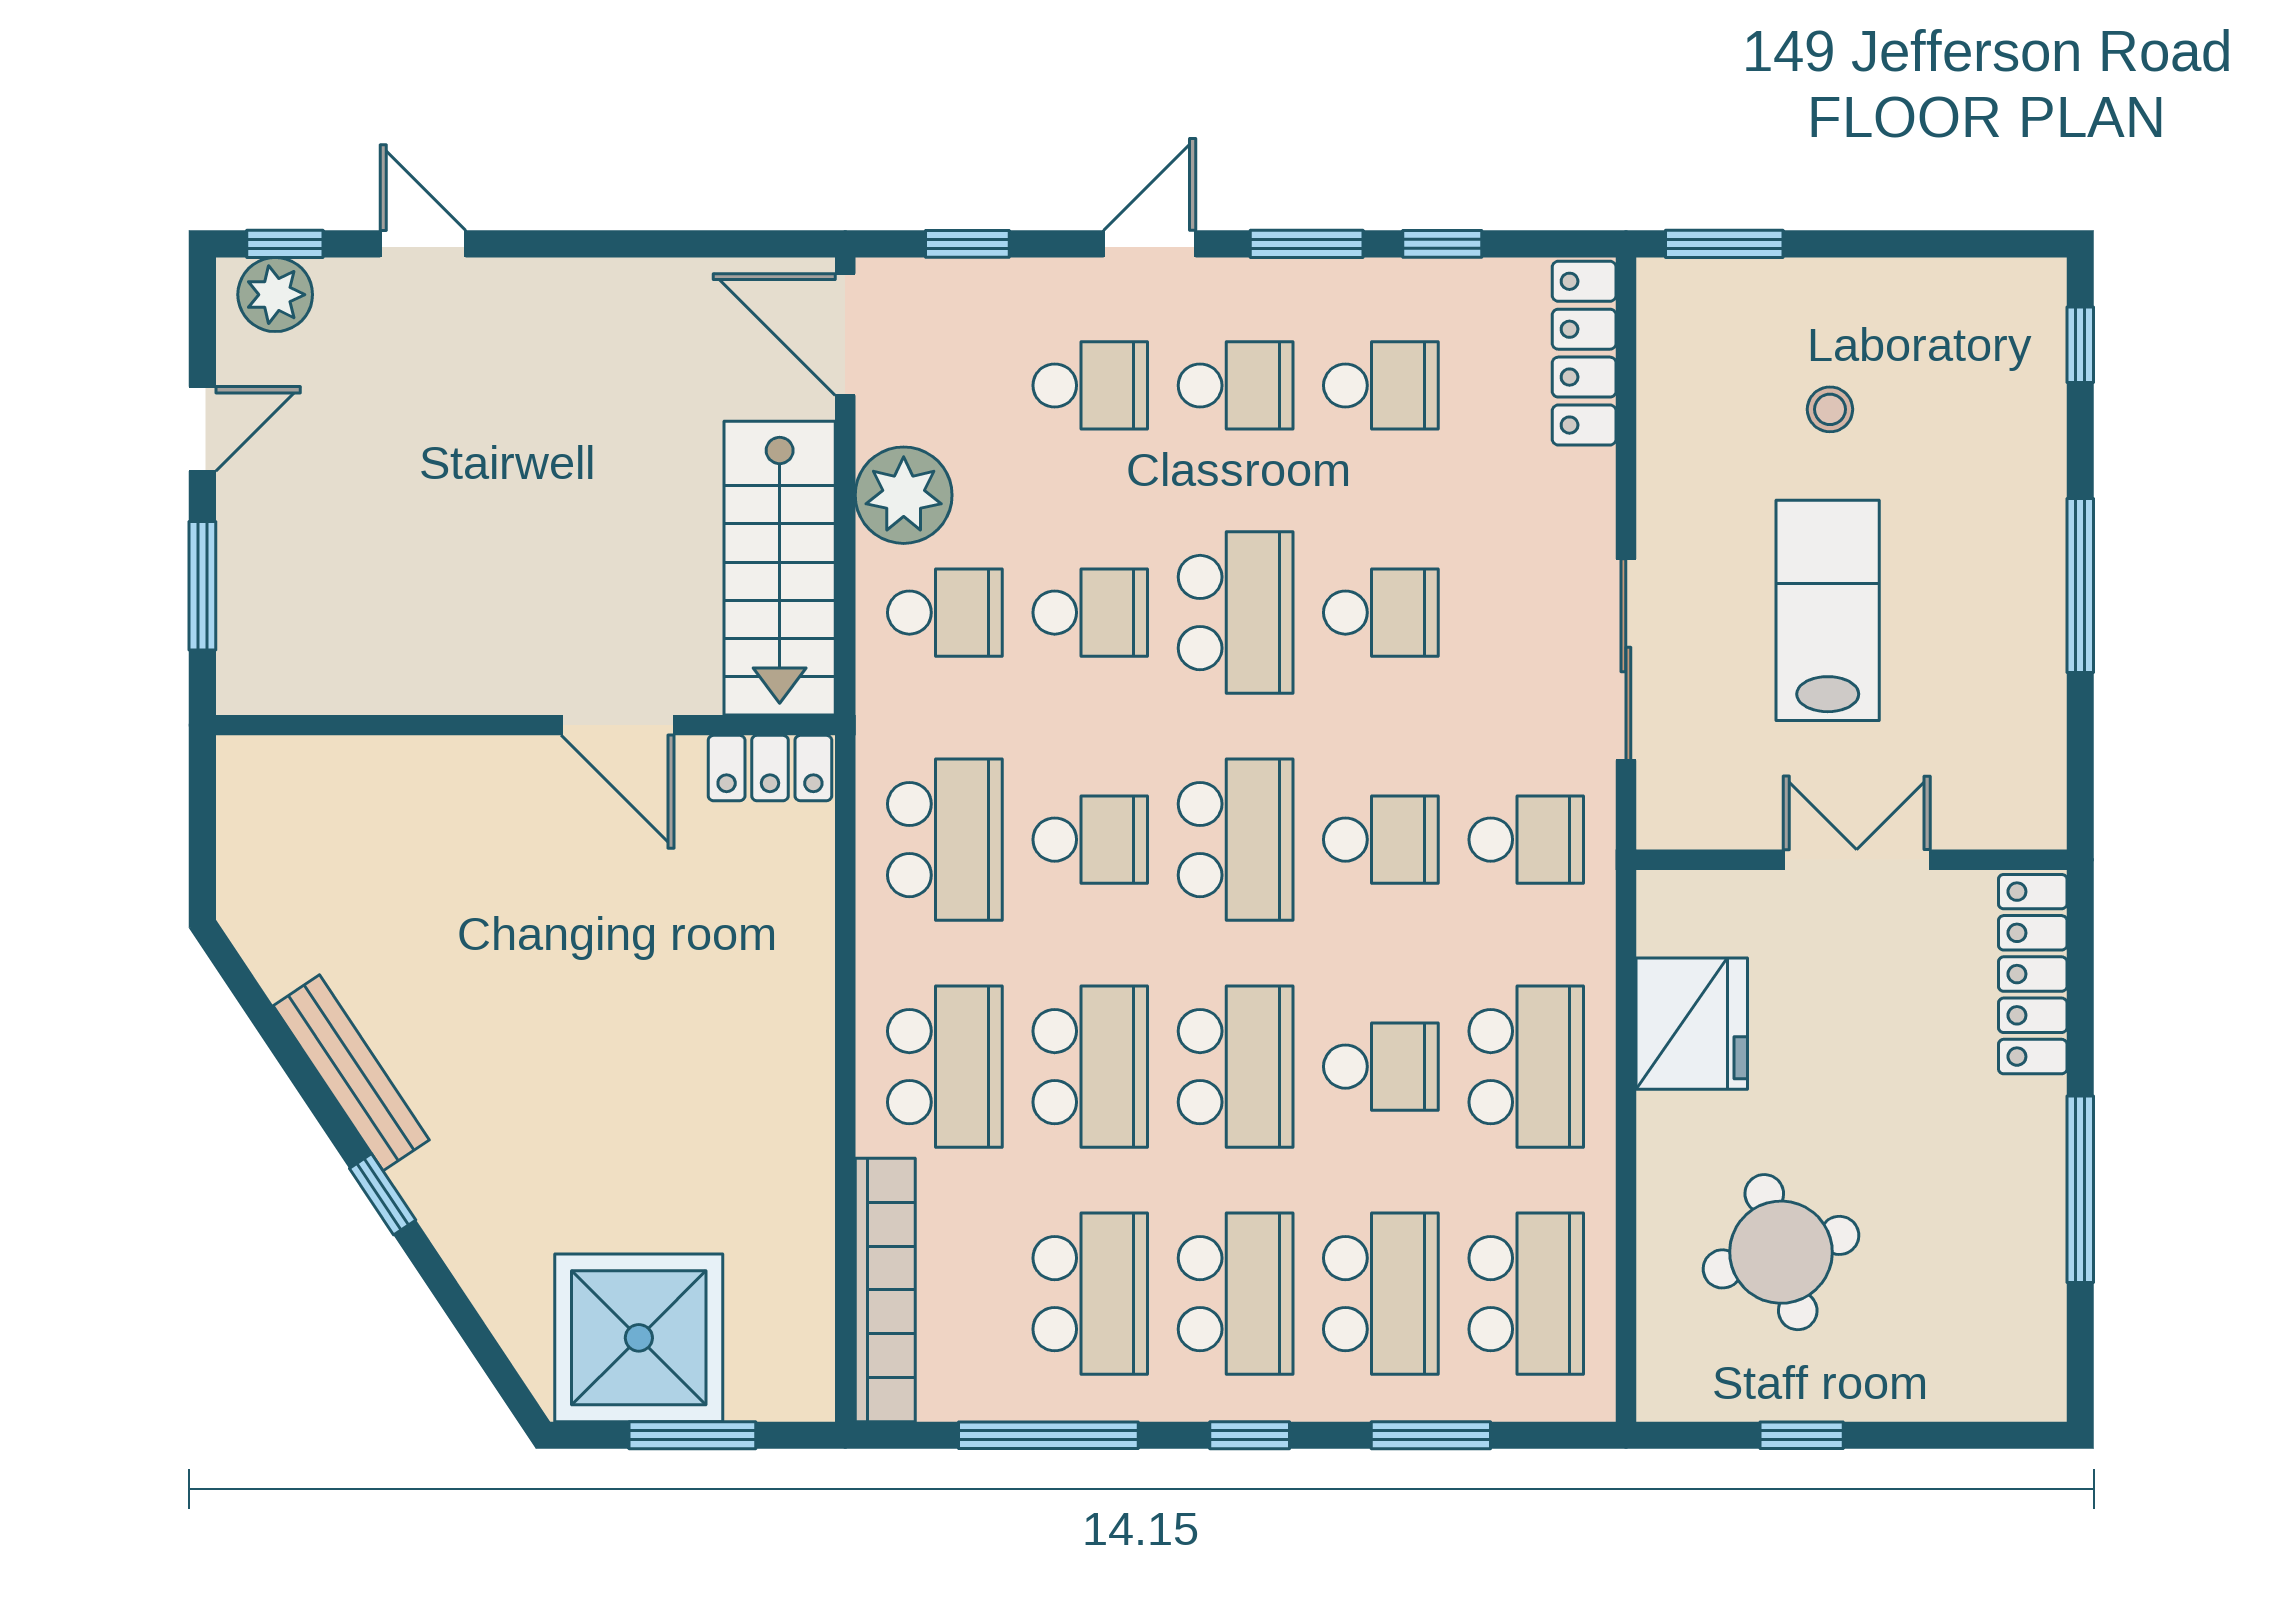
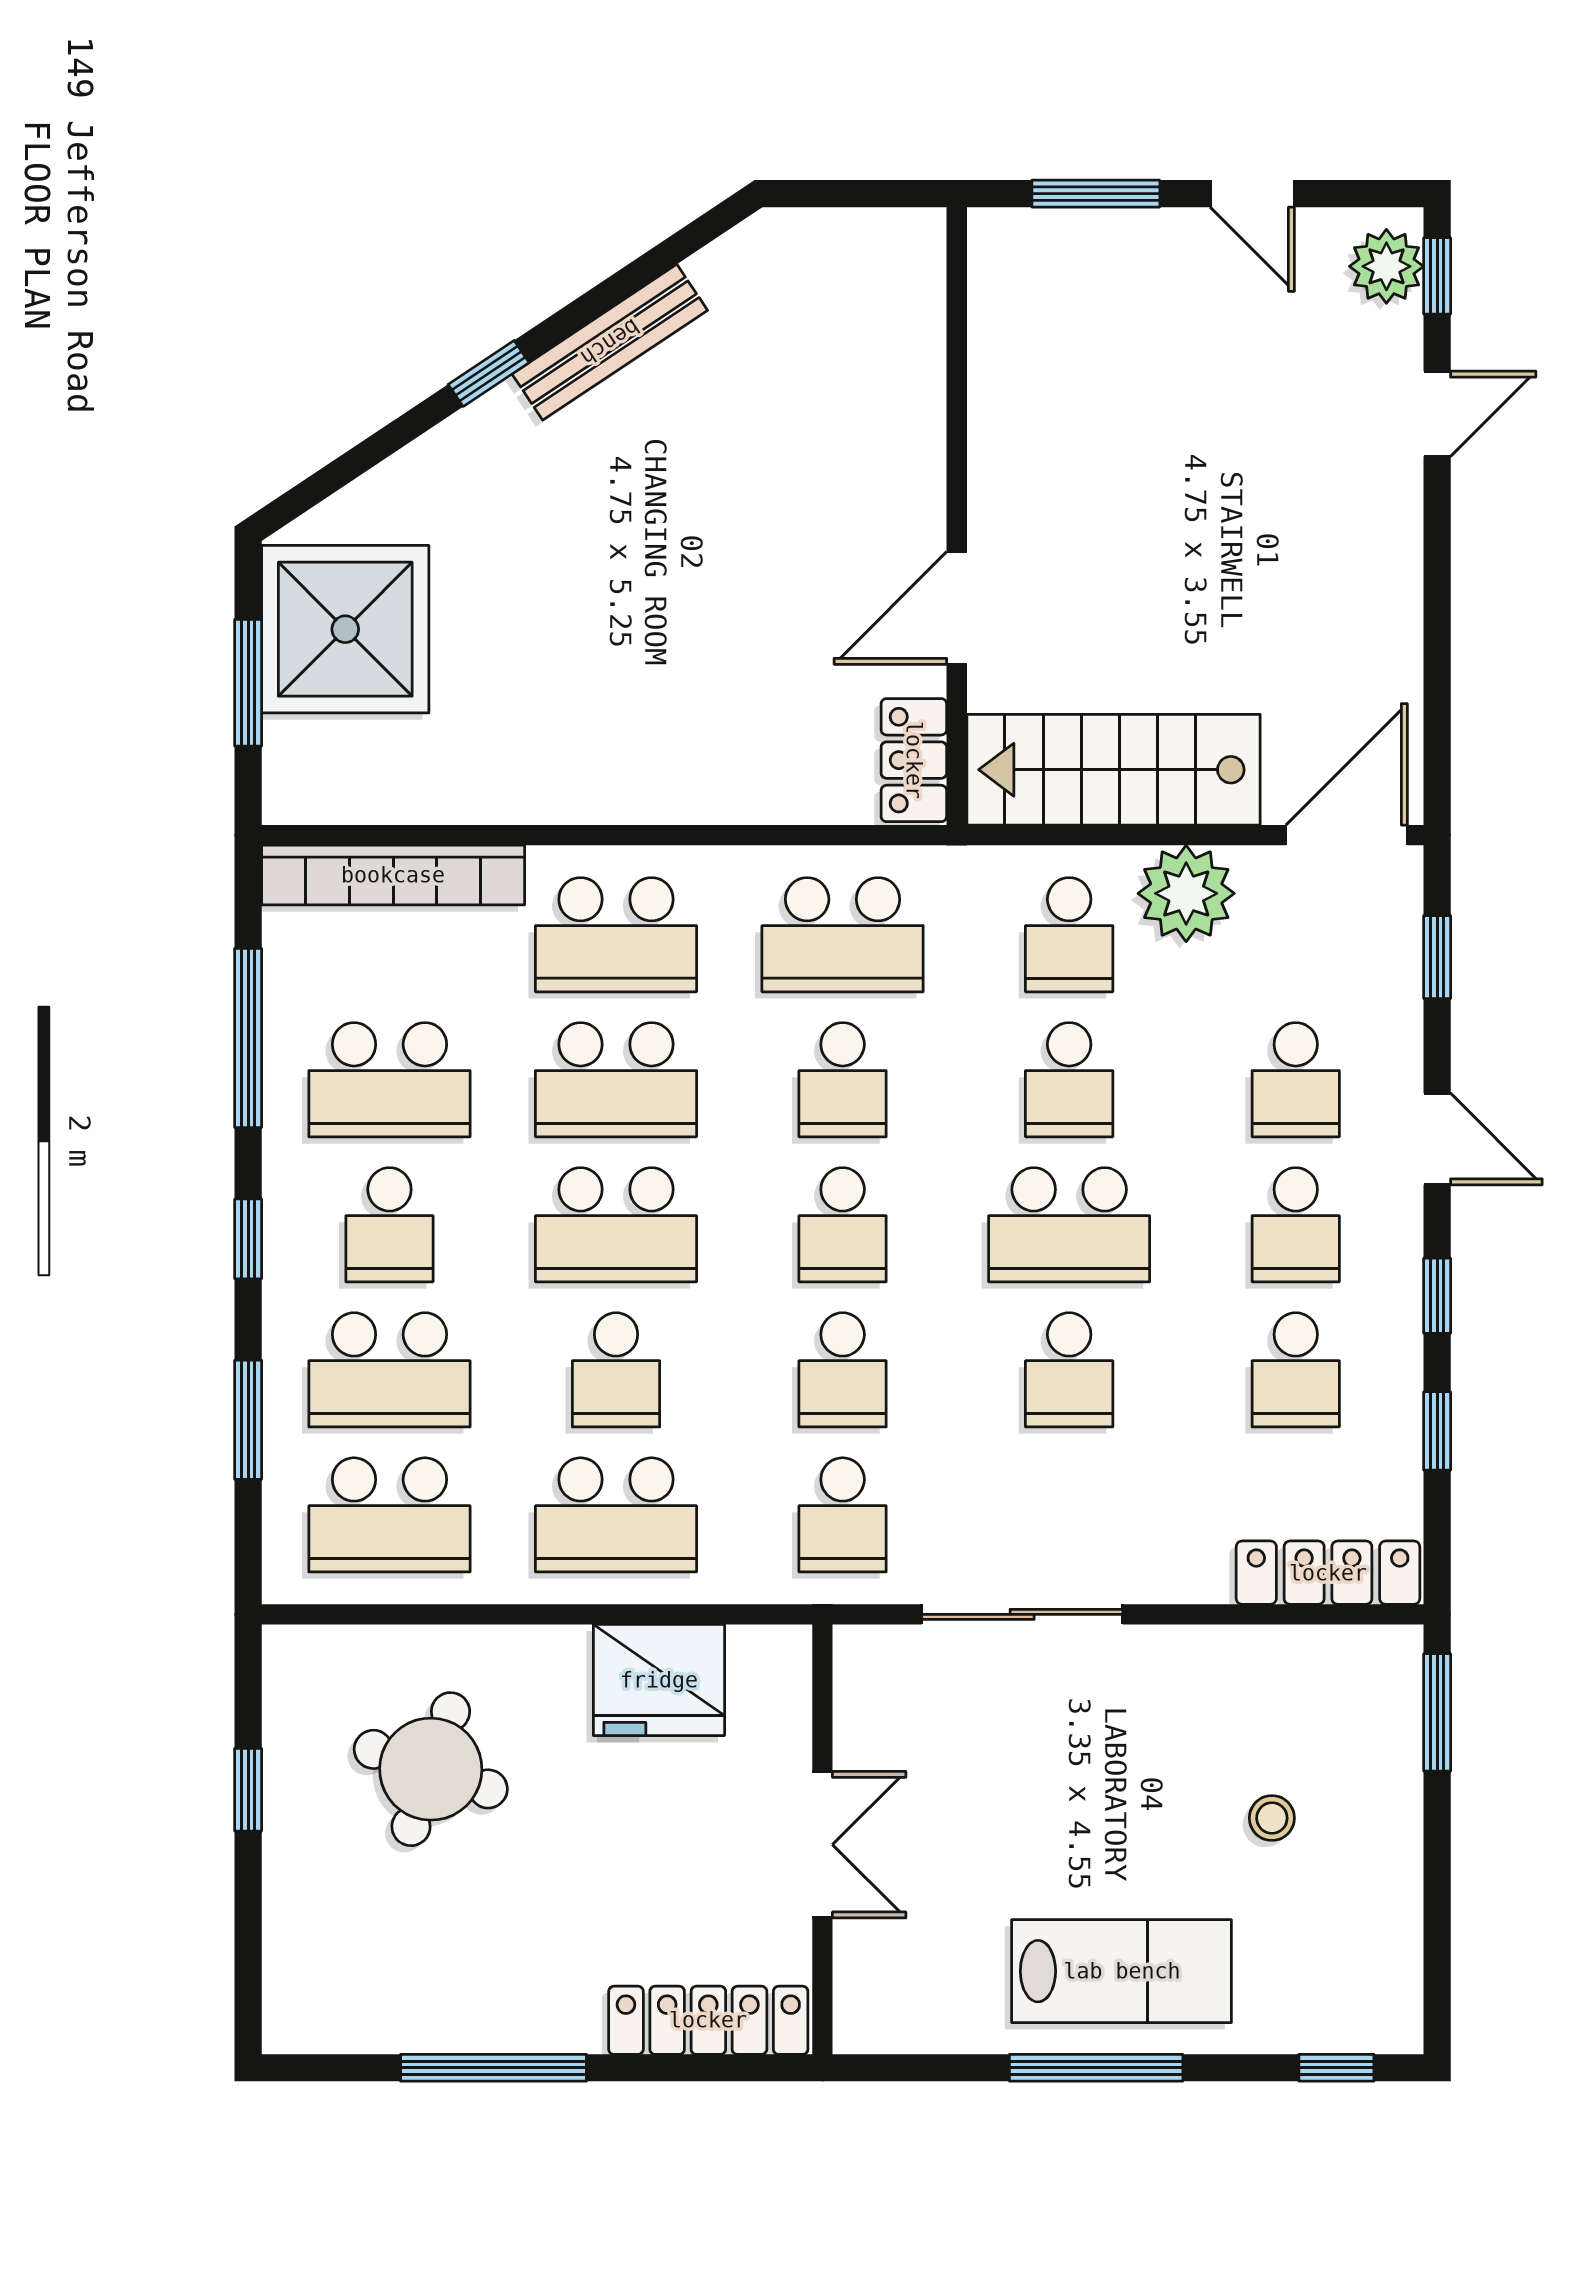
window: (1307, 244) -> (1437, 1296), width x0.67
lab bench: (1828, 610) -> (1122, 1971), moved
school desk: (1236, 840) -> (843, 1225), width x0.54
round table: (1781, 1252) -> (431, 1769), turned 35
school desk: (1236, 1294) -> (389, 1225), width x0.54

